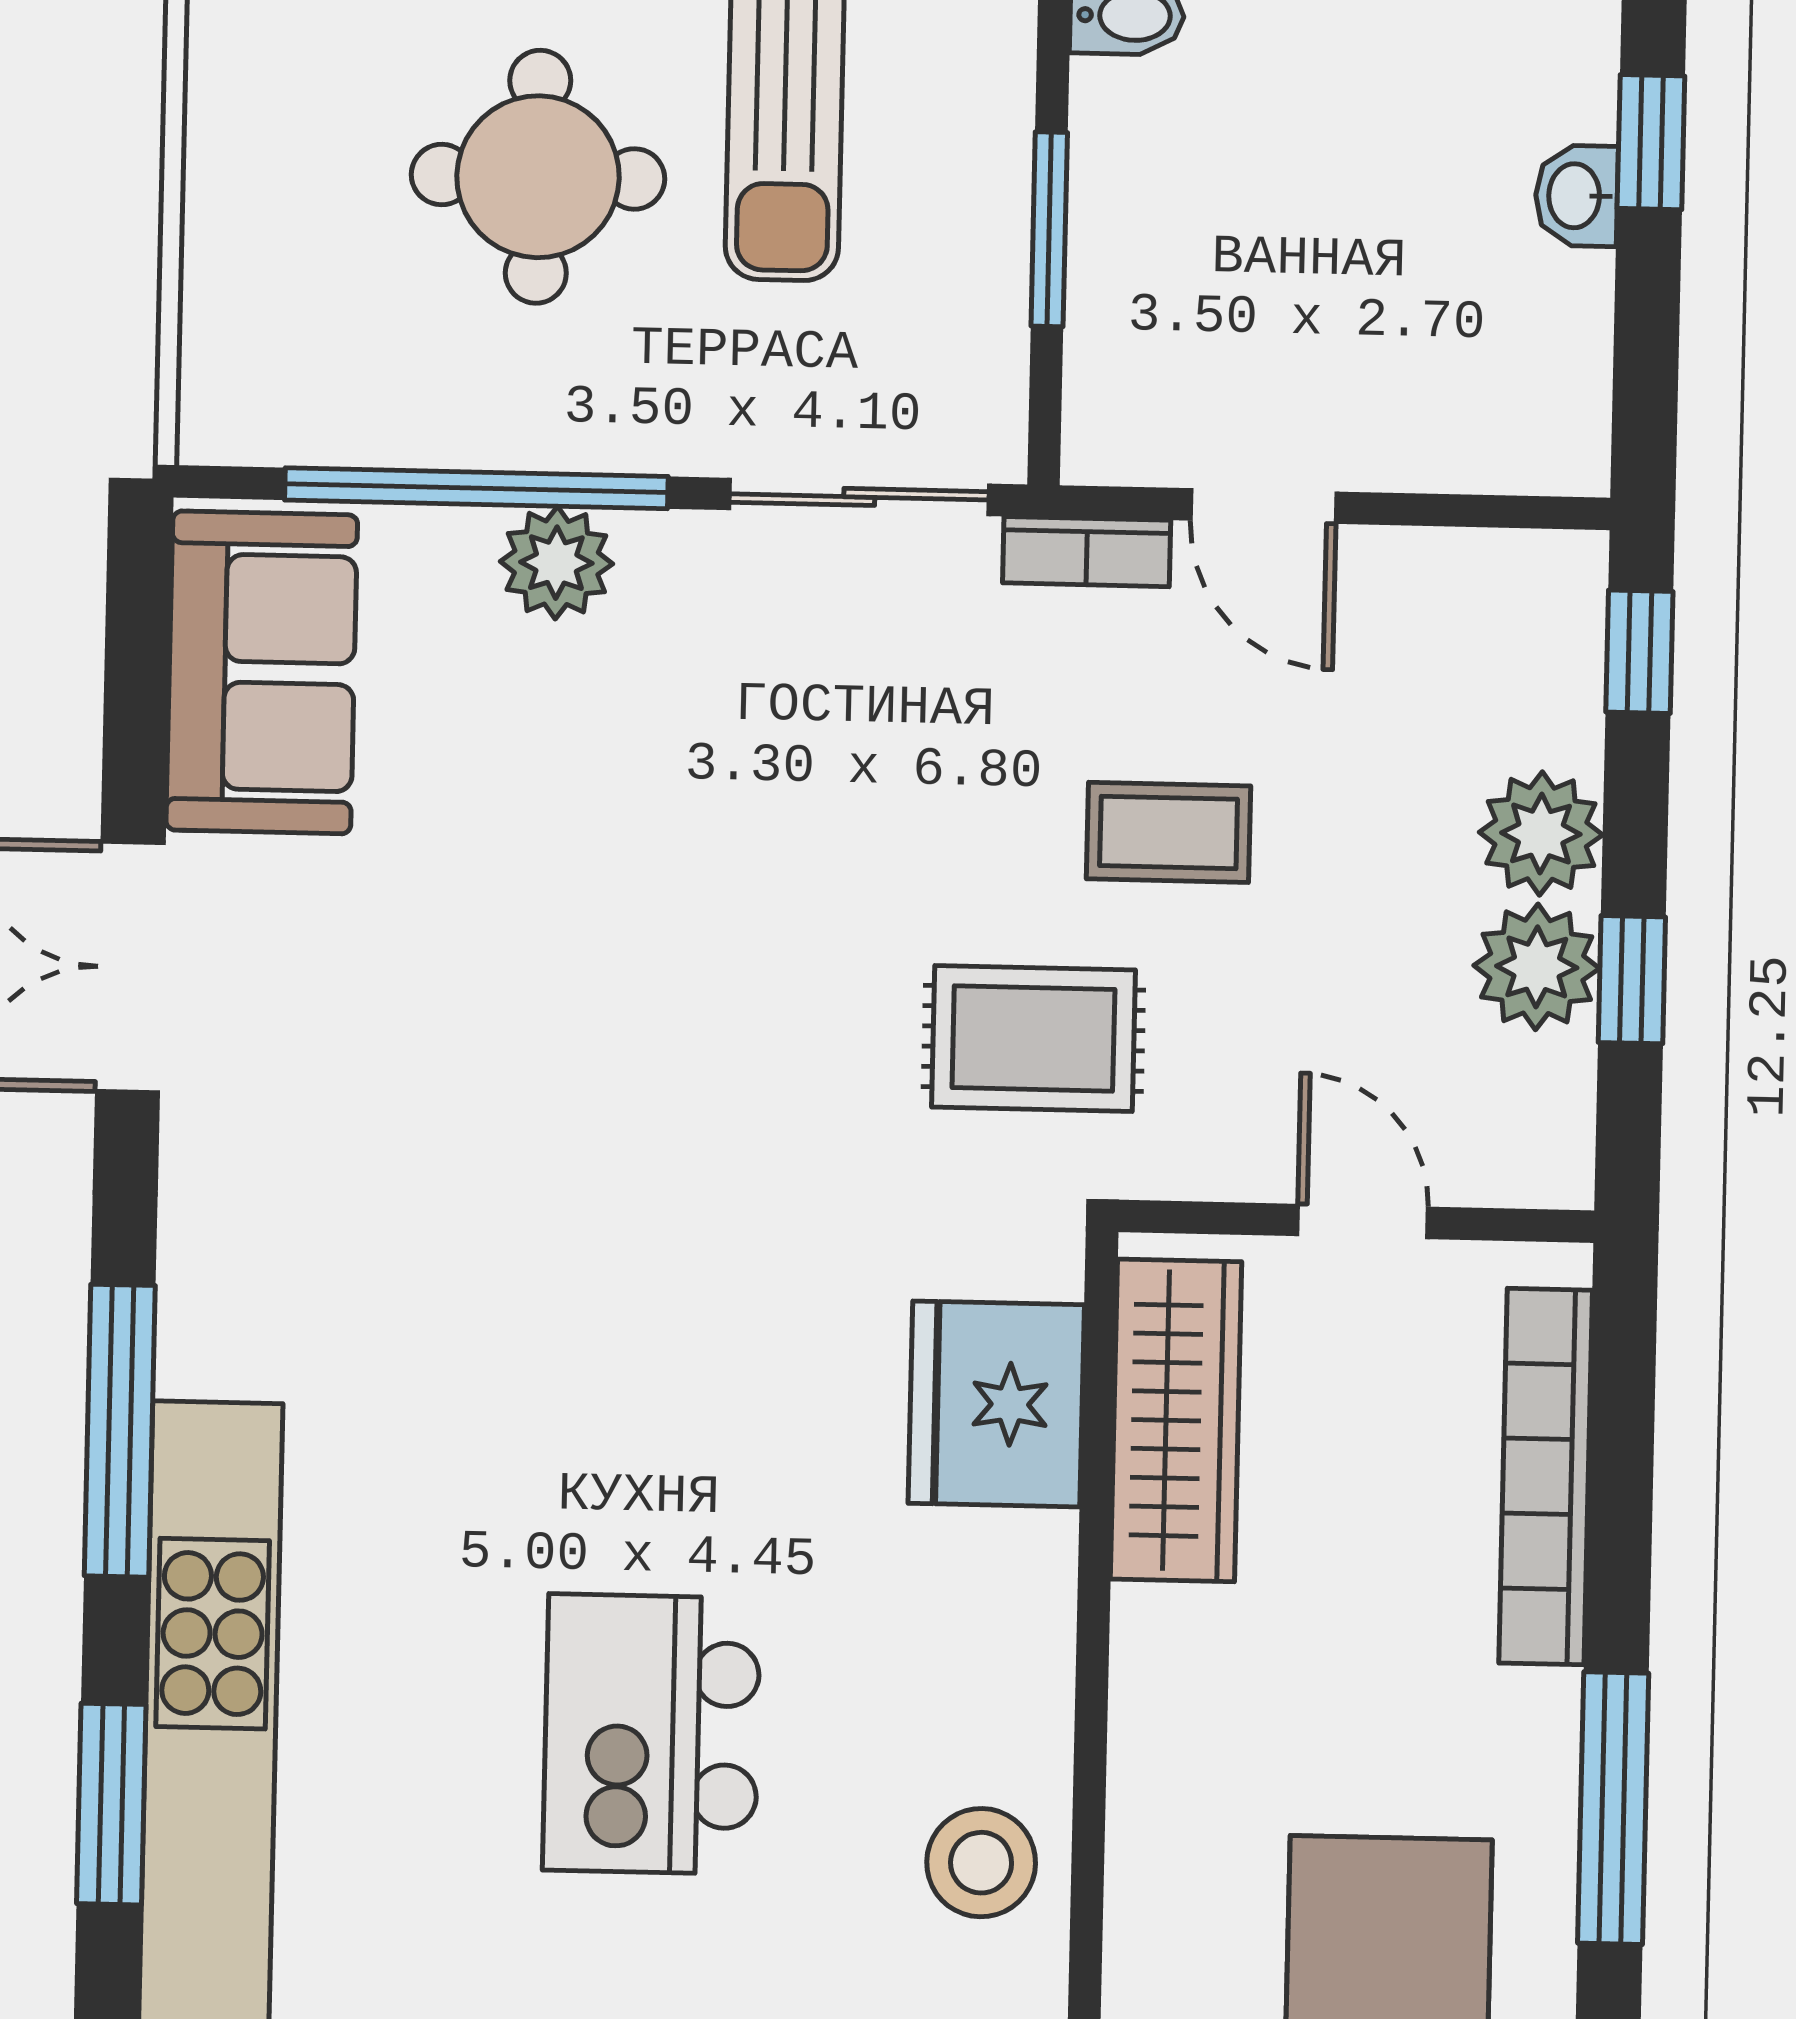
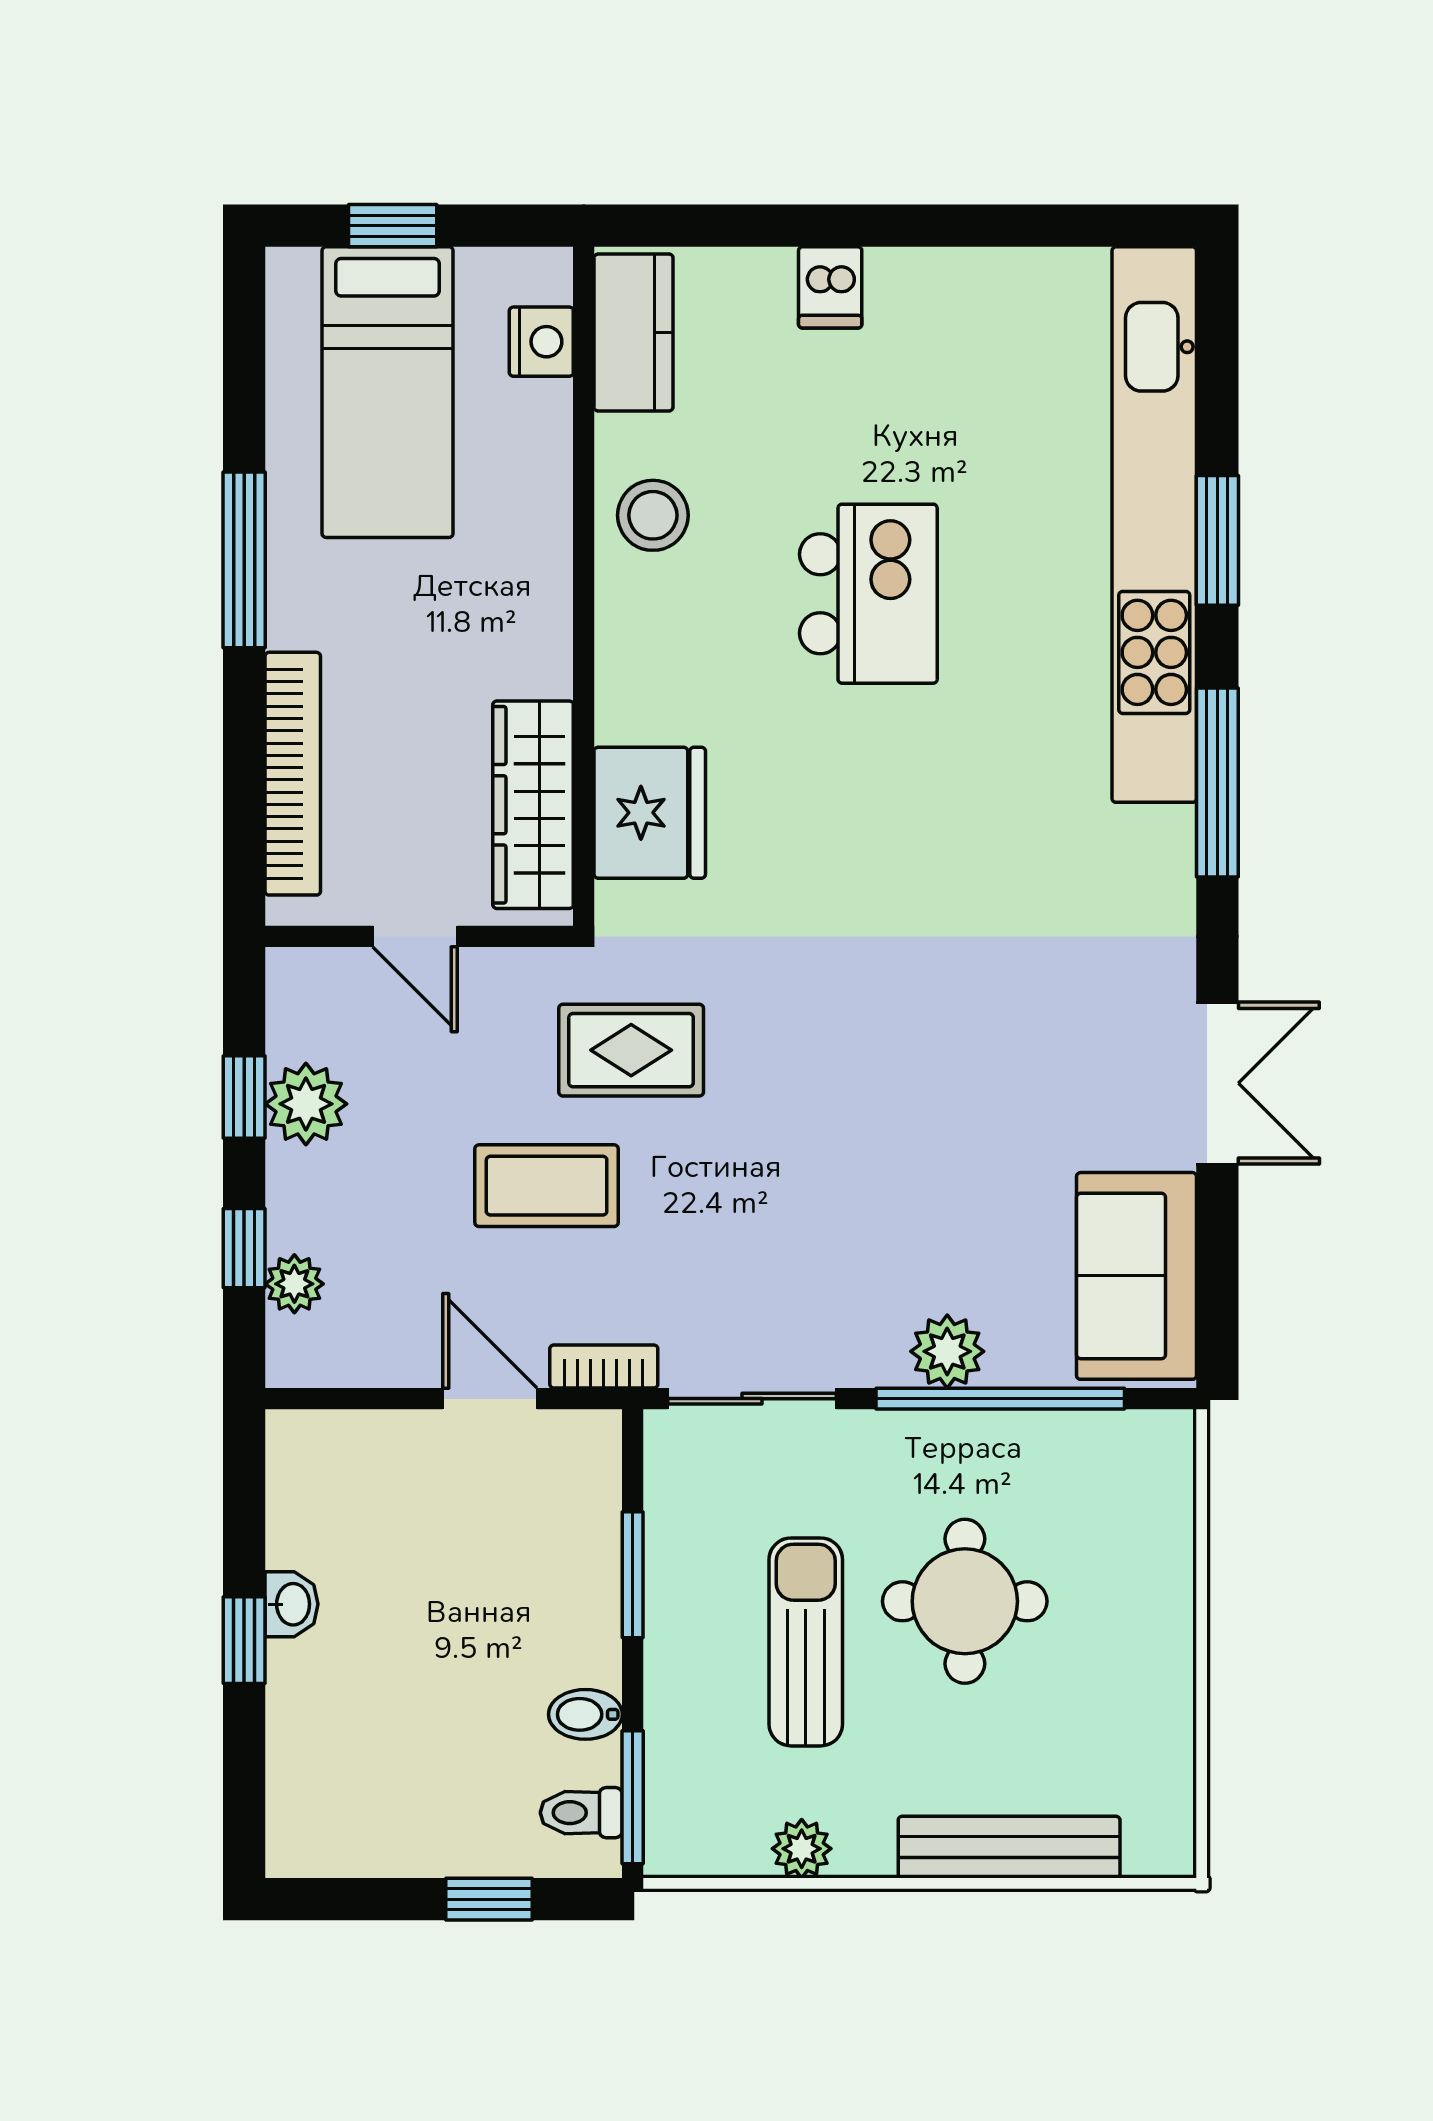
window: (1639, 652) -> (244, 1248), moved
coffee table: (1169, 832) -> (547, 1186), width x1.36, depth x1.30
plant: (1541, 833) -> (294, 1284), moved, width x0.73, depth x0.73

